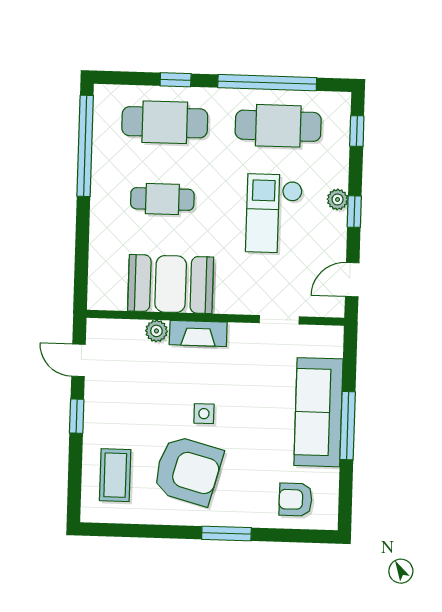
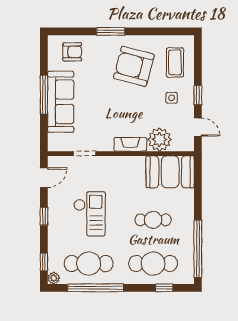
window: (176, 80) -> (164, 288), moved
plant: (338, 199) -> (54, 278), moved
booth: (171, 284) -> (170, 172), moved
plant: (156, 331) -> (160, 139), width x1.87, depth x1.87
side table: (204, 414) -> (172, 98), moved

